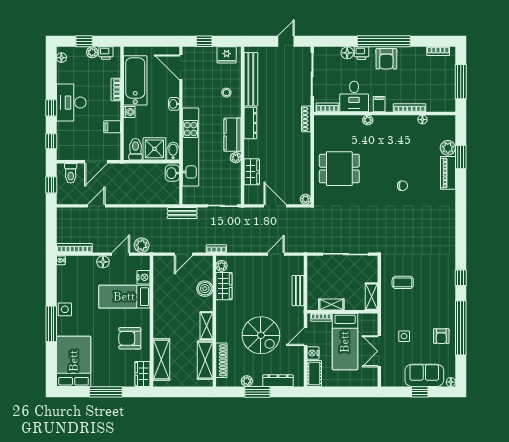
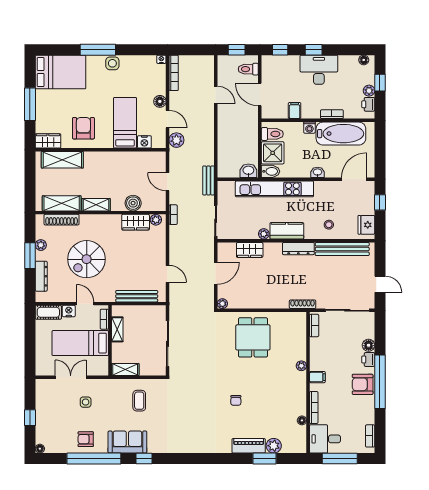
desk: (354, 96) -> (325, 439), moved
bench: (298, 291) -> (137, 296), width x1.36
sofa: (424, 375) -> (127, 442), moved, turned -90

